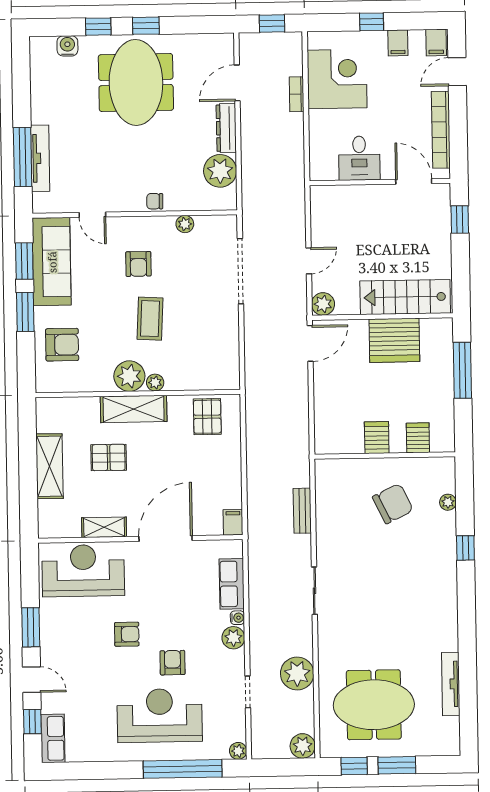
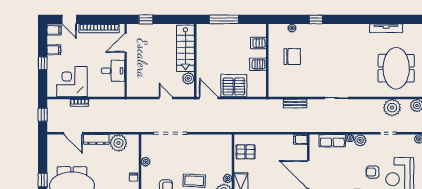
plant: (323, 304) -> (188, 78), moved
server rack: (394, 340) -> (234, 86), moved, turned -90
chair: (393, 504) -> (292, 57), turned 116
plant: (297, 674) -> (392, 108), moved

